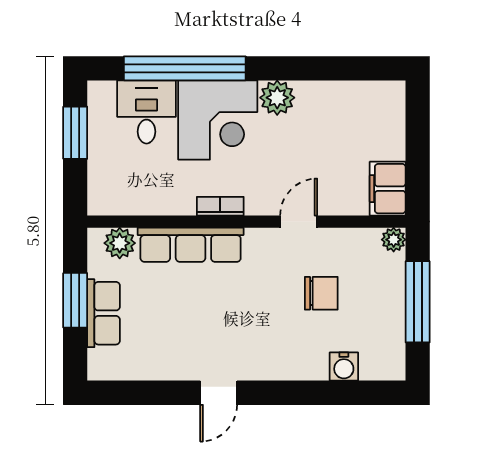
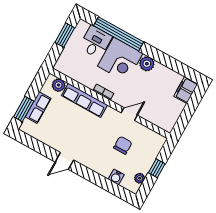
filing cabinet: (388, 189) -> (186, 90), moved
plant: (394, 240) -> (140, 178), moved
chair: (321, 293) -> (123, 145), turned -90
window: (75, 300) -> (24, 109), moved
window: (418, 302) -> (157, 168), width x0.46

